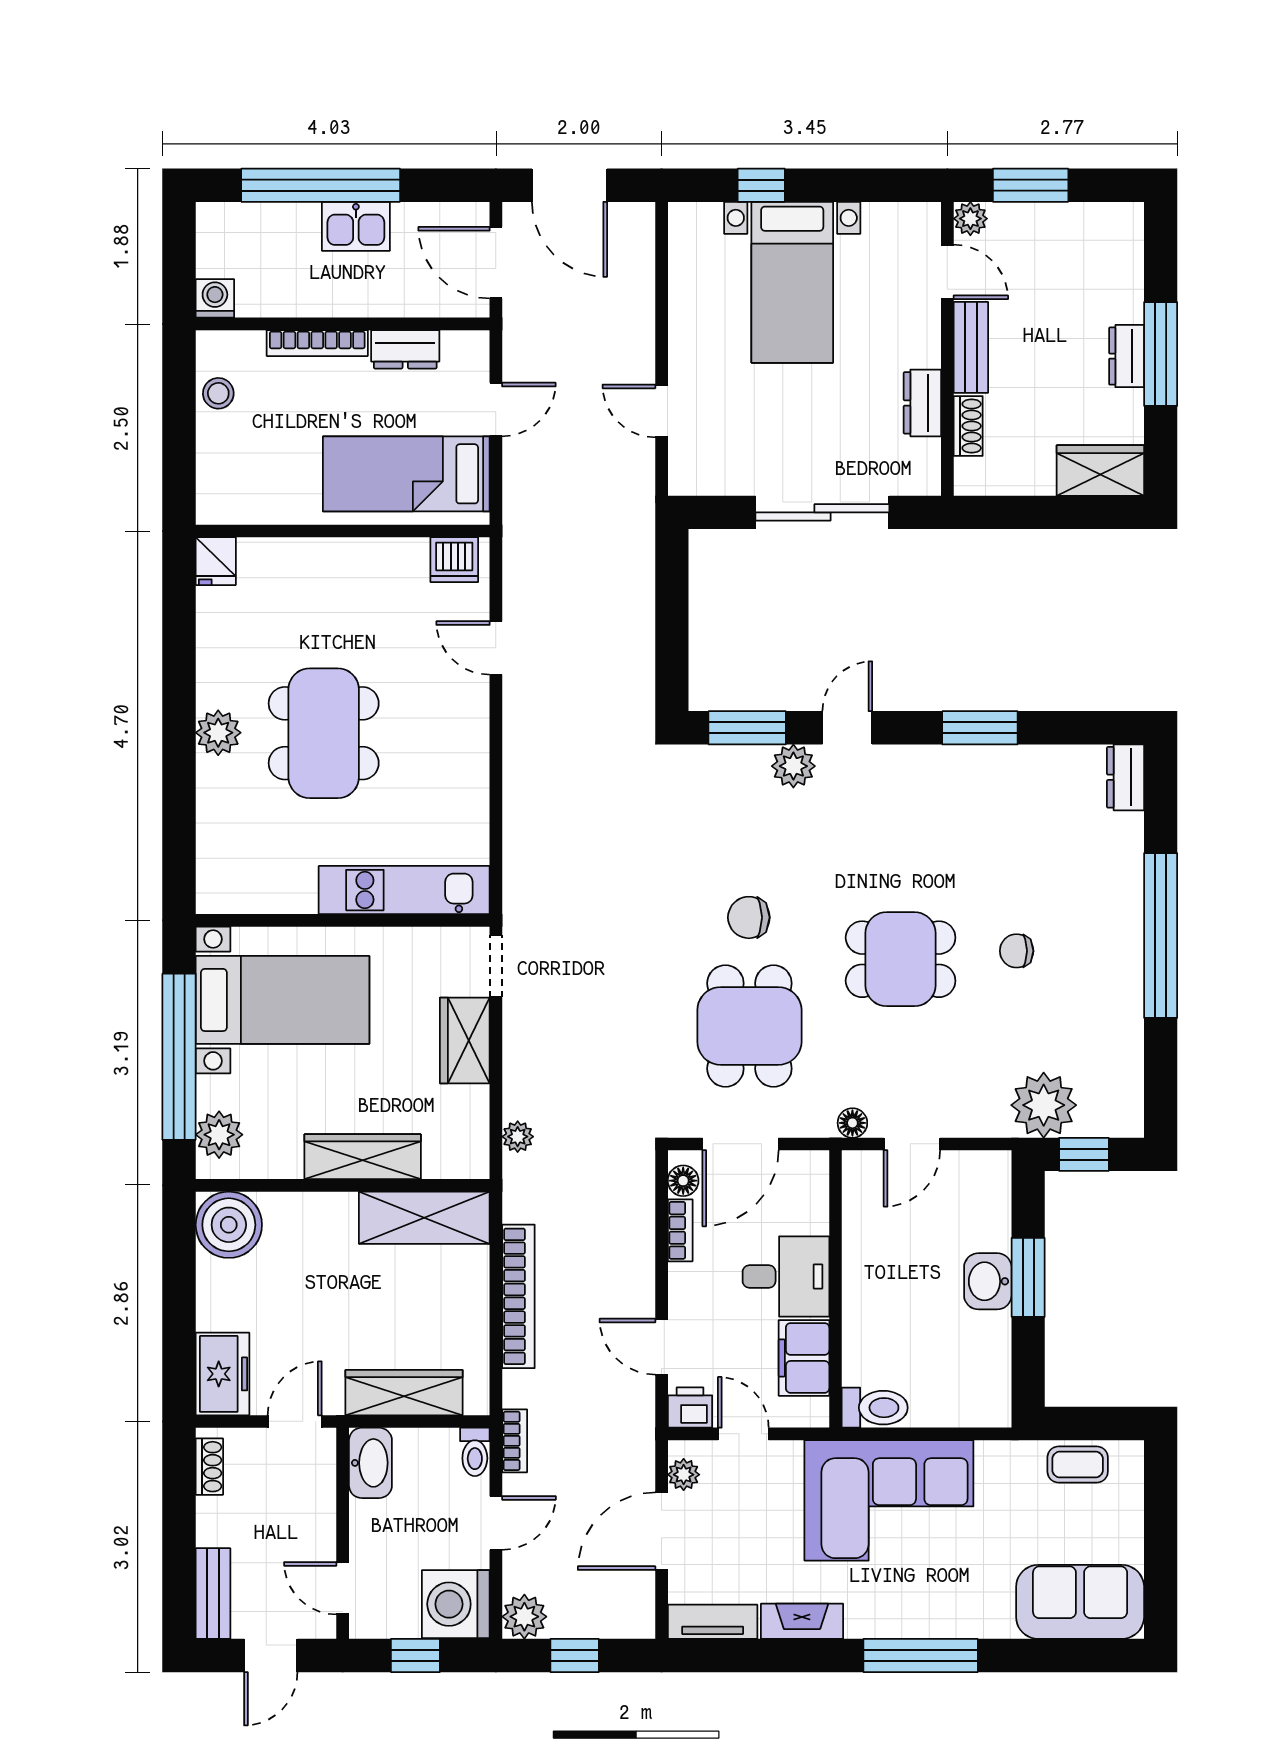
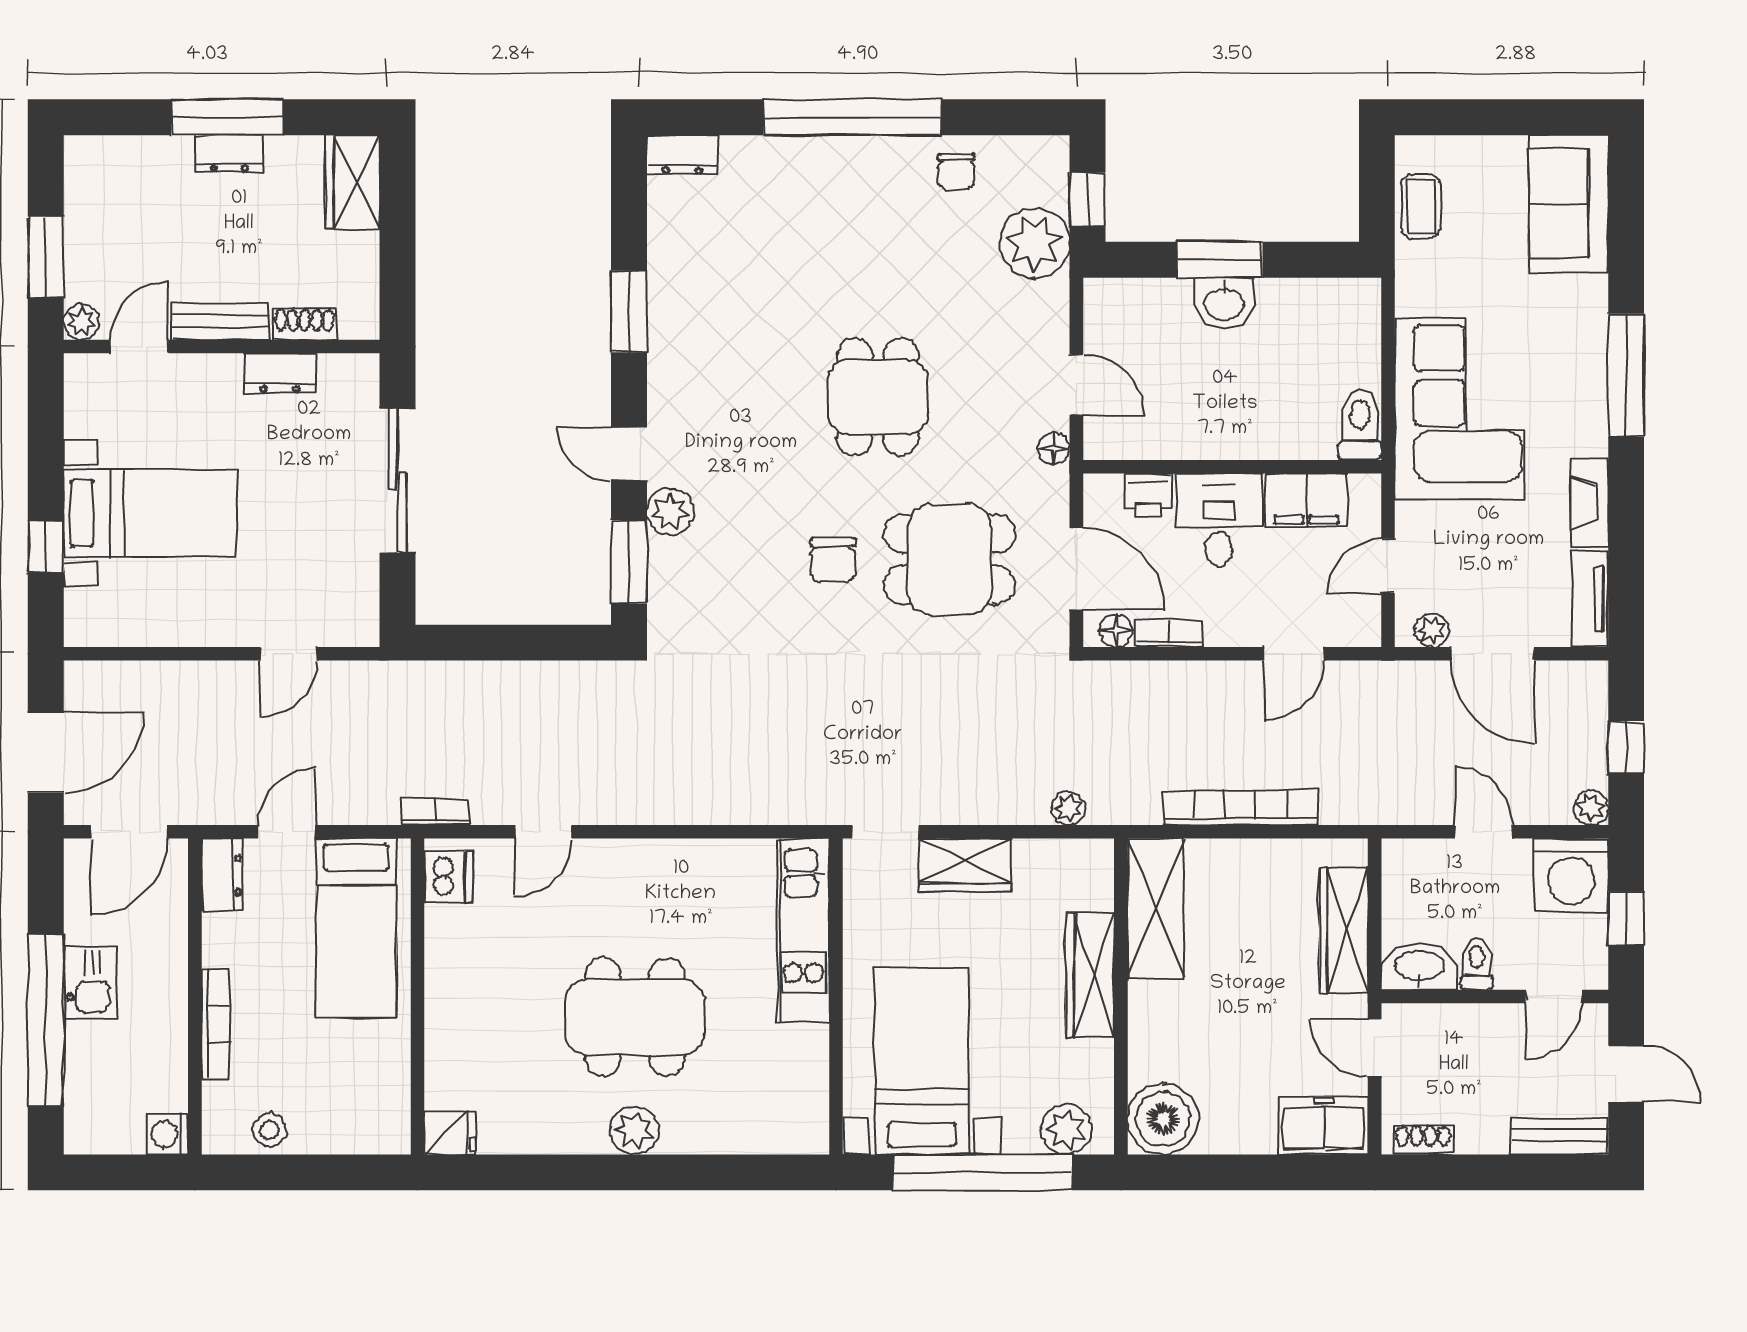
dresser: (405, 349) -> (222, 875), moved
door: (496, 410) -> (287, 832), hinge flipped
chair: (1017, 951) -> (956, 171), moved
printer: (690, 1407) -> (1148, 495), moved, turned -90
bookcase: (515, 1441) -> (436, 812), moved
toilet: (475, 1452) -> (1477, 964), moved, turned -90
plant: (524, 1617) -> (1591, 808), width x0.73, depth x0.73

